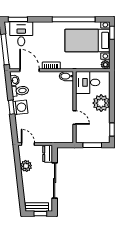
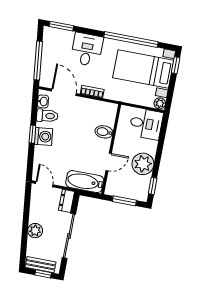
desk: (21, 34) -> (87, 50), moved
bidet: (66, 76) -> (104, 132), moved
desk: (88, 82) -> (146, 124), moved, turned 180
plant: (101, 103) -> (143, 164), moved
door: (74, 118) -> (109, 162), hinge flipped
bathtub: (59, 136) -> (85, 182), added
plant: (26, 166) -> (35, 231), moved

